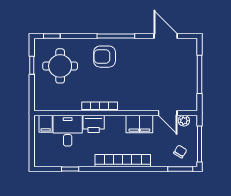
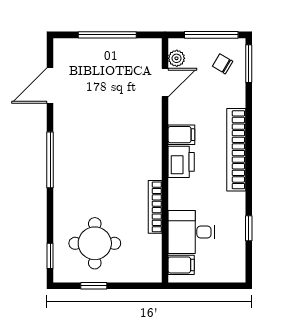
armchair: (105, 57) -> (81, 177), removed
bookcase: (100, 106) -> (155, 207), moved
printer: (94, 124) -> (181, 162), moved
filing cabinet: (139, 124) -> (181, 135), width x0.50

